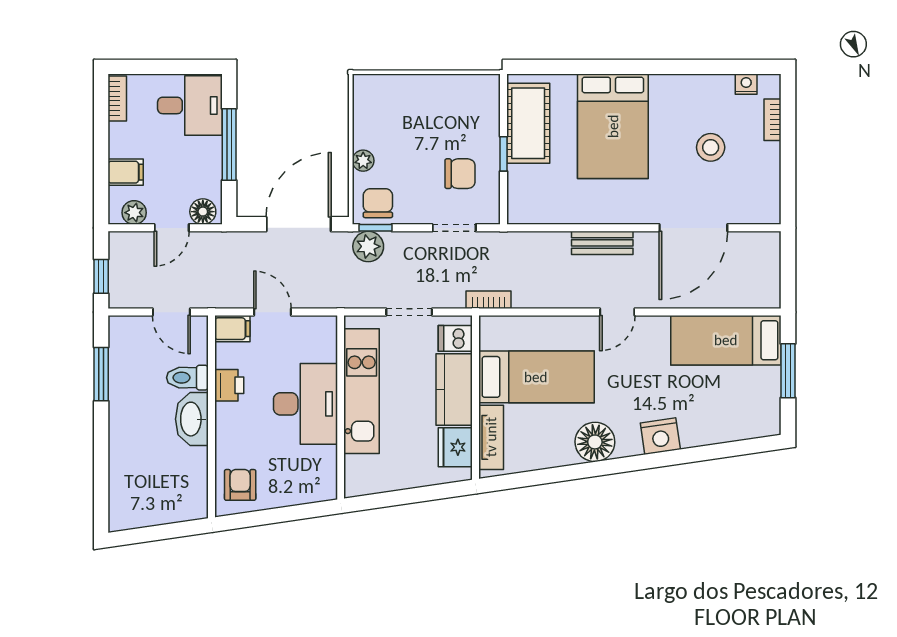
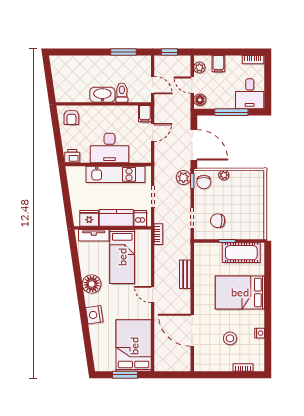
nightstand: (746, 84) -> (260, 333), moved
chair: (460, 174) -> (218, 221), turned 93
chair: (378, 203) -> (204, 182), turned 90
bench: (602, 243) -> (185, 274), moved
door: (171, 312) -> (153, 85), swing flipped
bed: (726, 340) -> (134, 346), width x1.50
printer: (229, 385) -> (72, 156), moved, turned 180
armchair: (240, 485) -> (71, 117), turned 90

